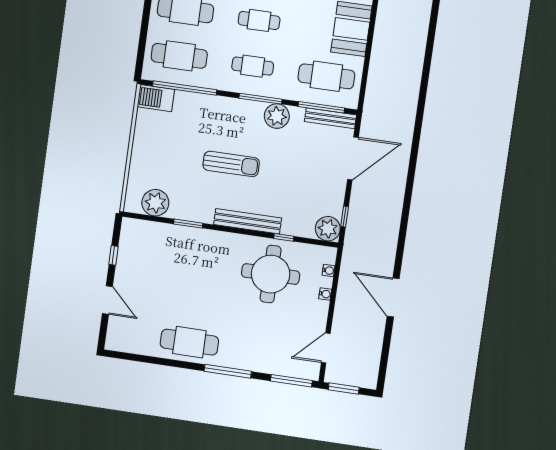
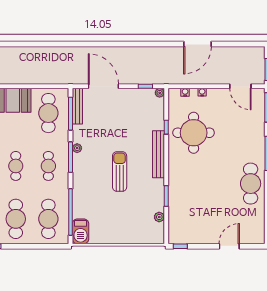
plant: (277, 116) -> (77, 148), width x0.53, depth x0.53
plant: (155, 203) -> (159, 217), width x0.53, depth x0.53
plant: (328, 229) -> (160, 93), width x0.53, depth x0.53
window: (113, 255) -> (180, 246), moved

